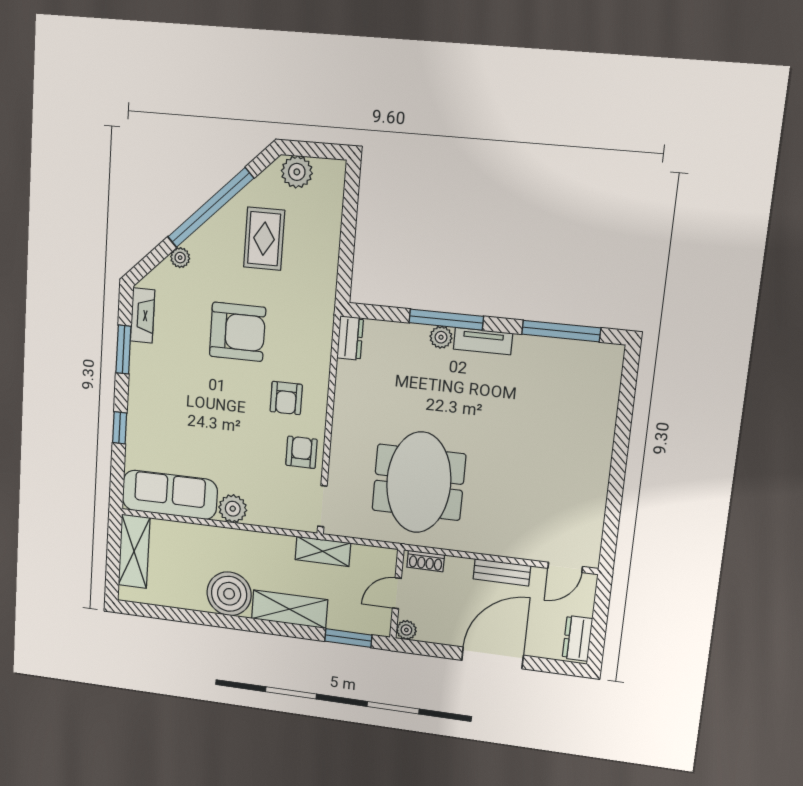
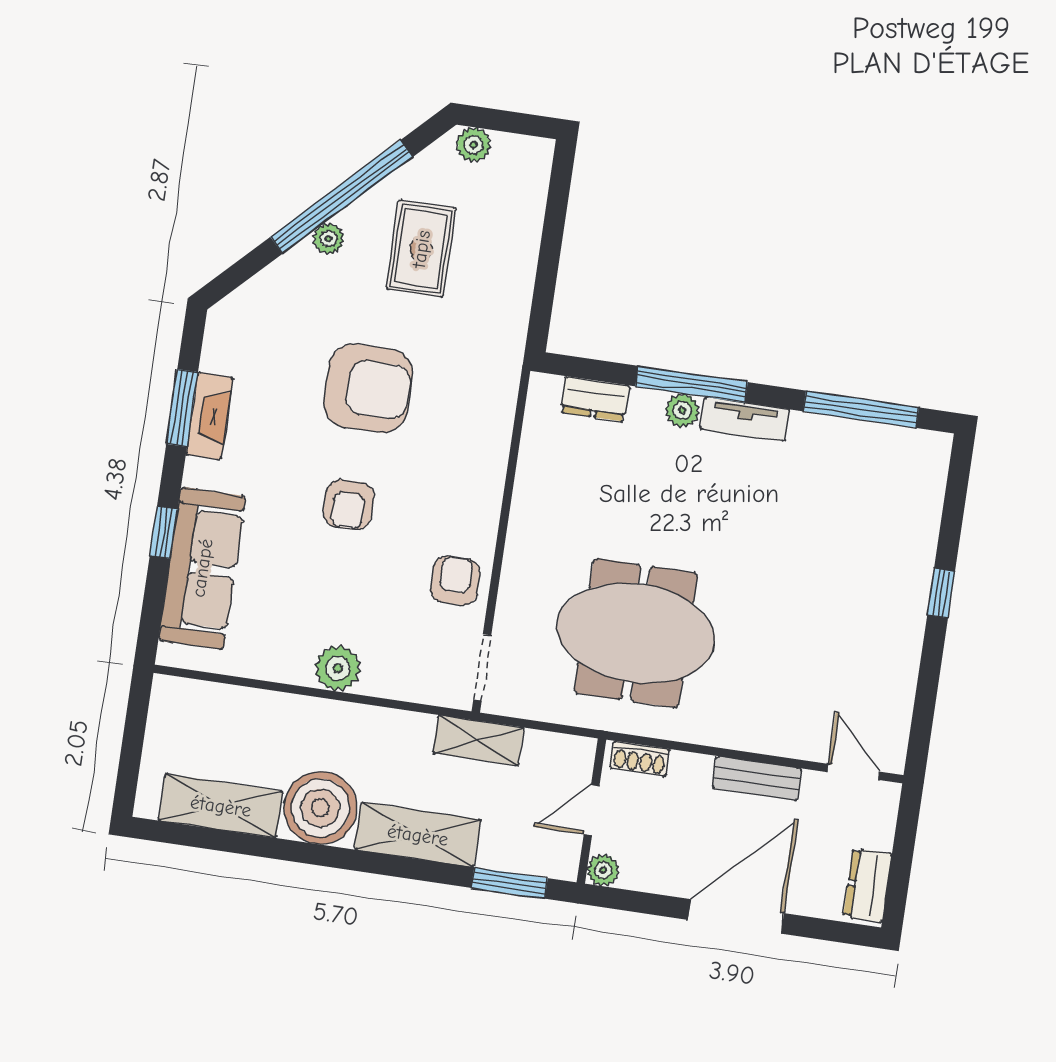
plant: (297, 172) -> (474, 145), width x0.73, depth x0.73
plant: (180, 258) -> (329, 239), moved
fireplace: (143, 315) -> (209, 416), moved
dresser: (350, 338) -> (595, 399), moved, turned 90
armchair: (286, 398) -> (349, 505), moved
window: (620, 451) -> (941, 593), added
meeting table: (419, 482) -> (636, 633), turned 90
sofa: (170, 495) -> (202, 568), moved, turned 90
shelving: (134, 551) -> (221, 806), moved, turned 90
door: (565, 567) -> (853, 772), swing flipped

